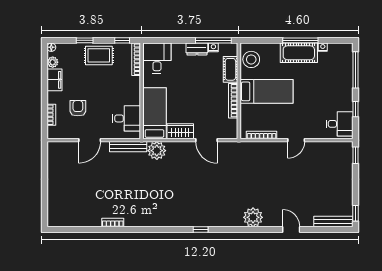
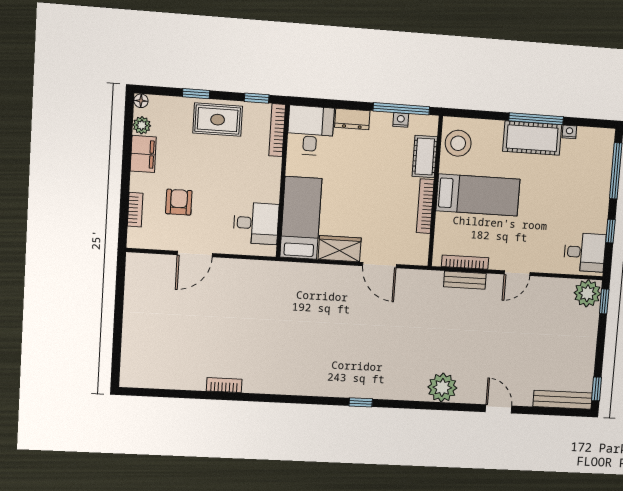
dresser: (197, 49) -> (352, 119), moved
bench: (128, 147) -> (465, 280), moved, width x0.73
plant: (157, 151) -> (587, 293), moved

